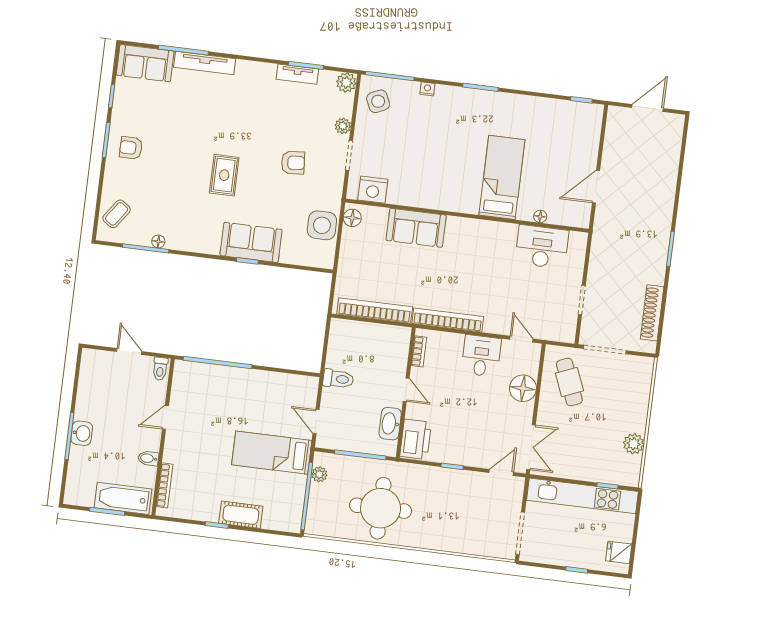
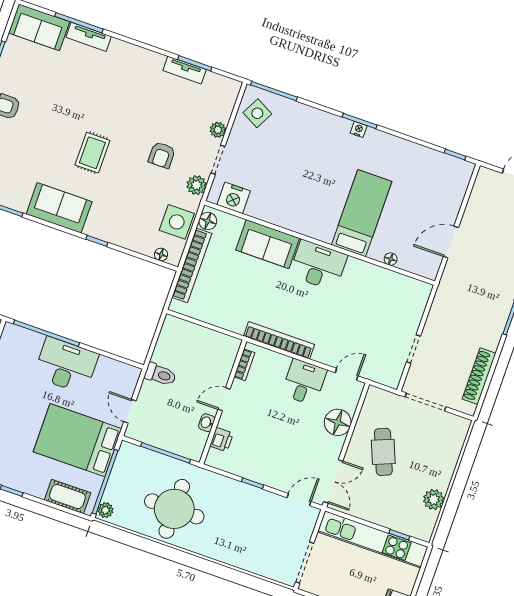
tv unit: (205, 63) -> (89, 37), width x0.71
plant: (346, 83) -> (196, 185), moved
nightstand: (427, 89) -> (359, 129), moved
side table: (378, 101) -> (257, 113), turned -37
armchair: (293, 163) -> (162, 155), turned 95
floor lamp: (158, 241) -> (161, 255), moved
sofa: (251, 242) -> (59, 208), moved
desk: (542, 247) -> (318, 265), moved
bookcase: (375, 310) -> (192, 265), moved, turned 90
door: (521, 339) -> (347, 374), hinge flipped
cafe table: (569, 382) -> (383, 452), moved
desk: (243, 390) -> (66, 365), added
door: (406, 390) -> (224, 399), swing flipped
washbasin: (390, 424) -> (207, 423), width x0.52, depth x0.69
printer: (416, 439) -> (222, 440), width x0.53, depth x0.68
bed: (272, 453) -> (77, 440), width x1.50
plant: (319, 474) -> (105, 510), moved
cot: (241, 515) -> (67, 497), moved

